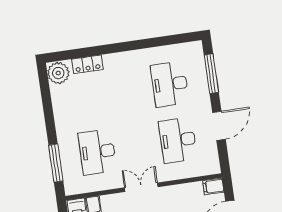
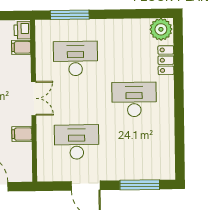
desk: (170, 84) -> (134, 99), moved
filing cabinet: (213, 186) -> (22, 134), moved, turned -90

